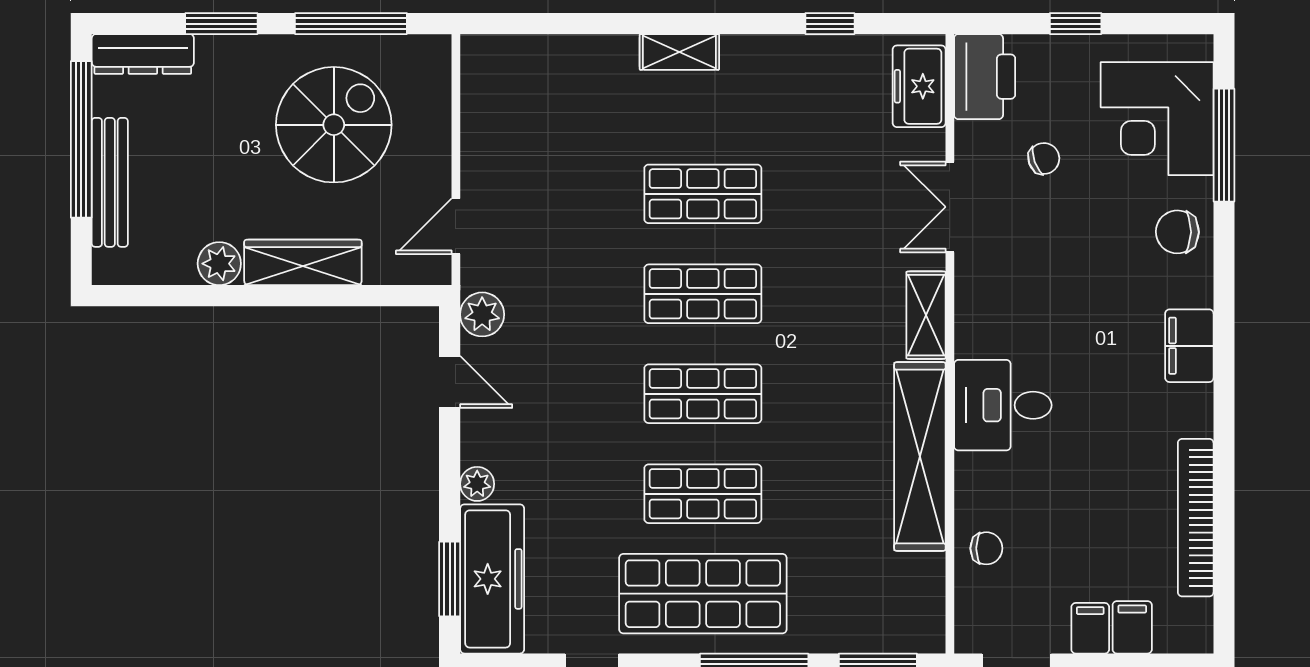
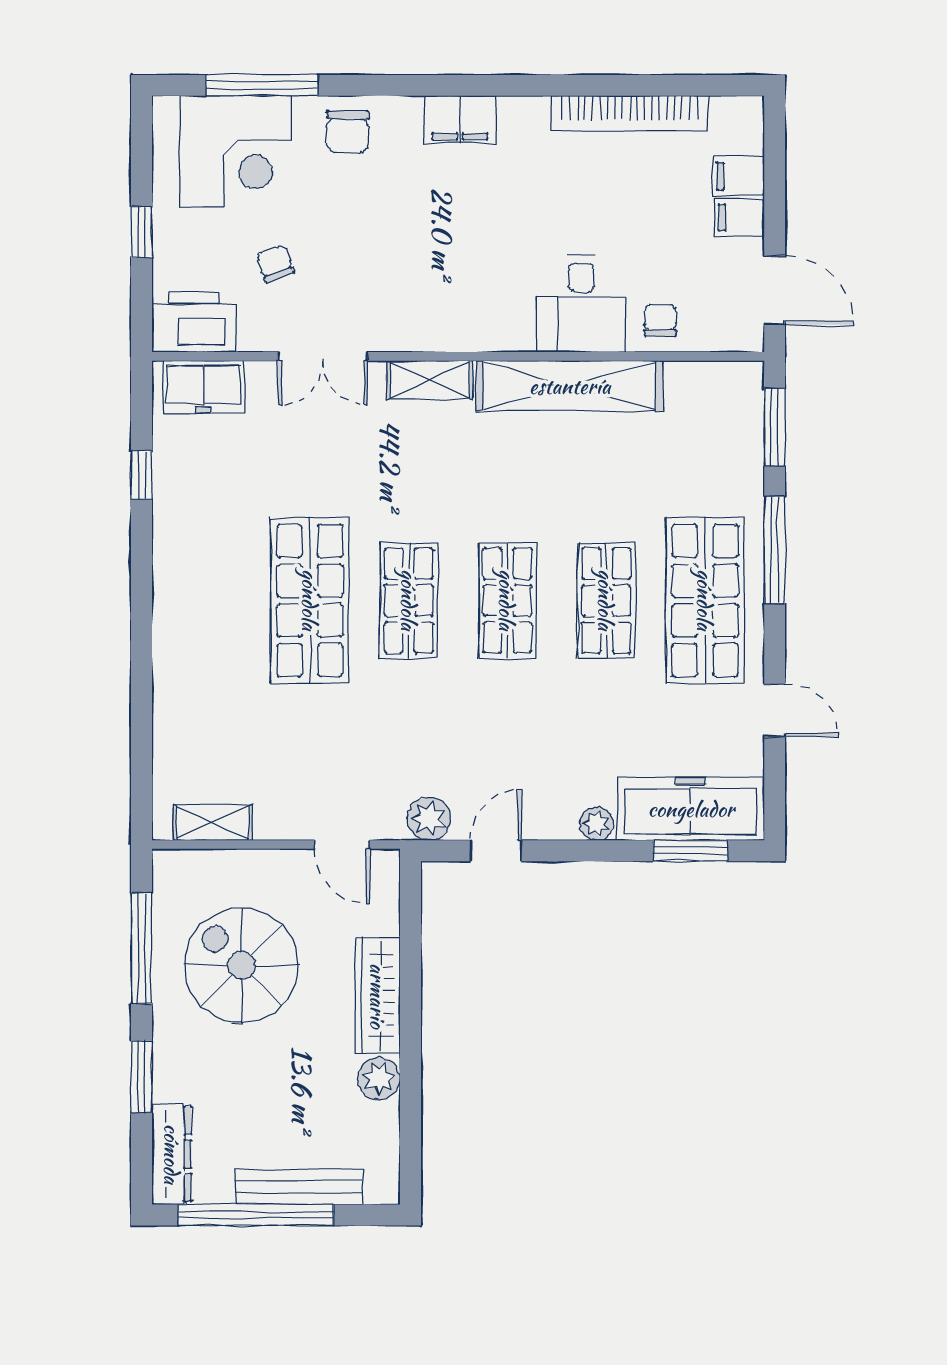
shelving: (679, 52) -> (213, 823), moved, turned 90
shop shelf: (703, 194) -> (310, 600), width x1.43, depth x1.36
desk: (1003, 405) -> (581, 304), moved

